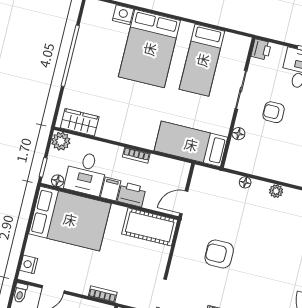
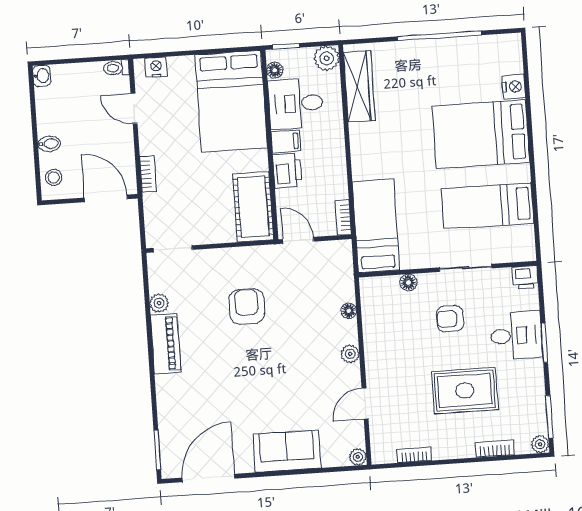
armchair: (274, 112) -> (450, 319), turned -90
wardrobe: (80, 122) -> (359, 86), width x1.50
bookcase: (136, 155) -> (343, 218), moved

